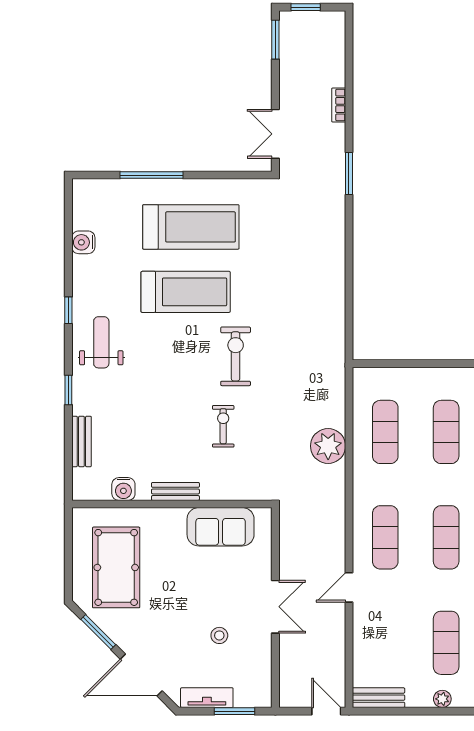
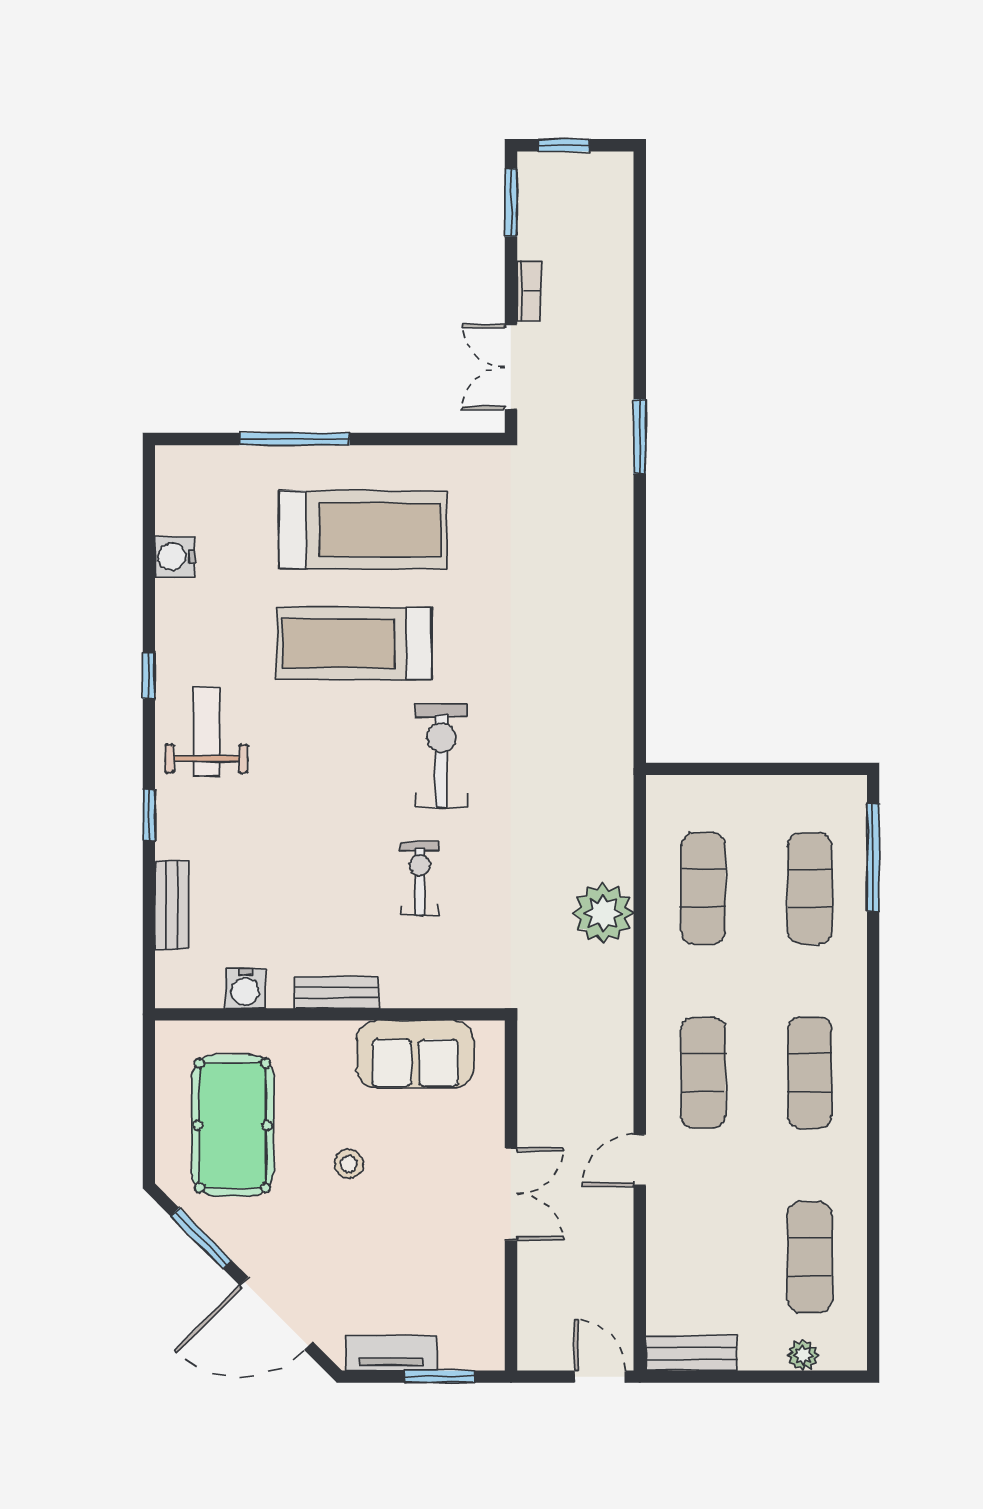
bookcase: (339, 105) -> (529, 291), moved, turned 180
treadmill: (186, 292) -> (354, 643), turned 180
stool: (219, 635) -> (349, 1164), moved

